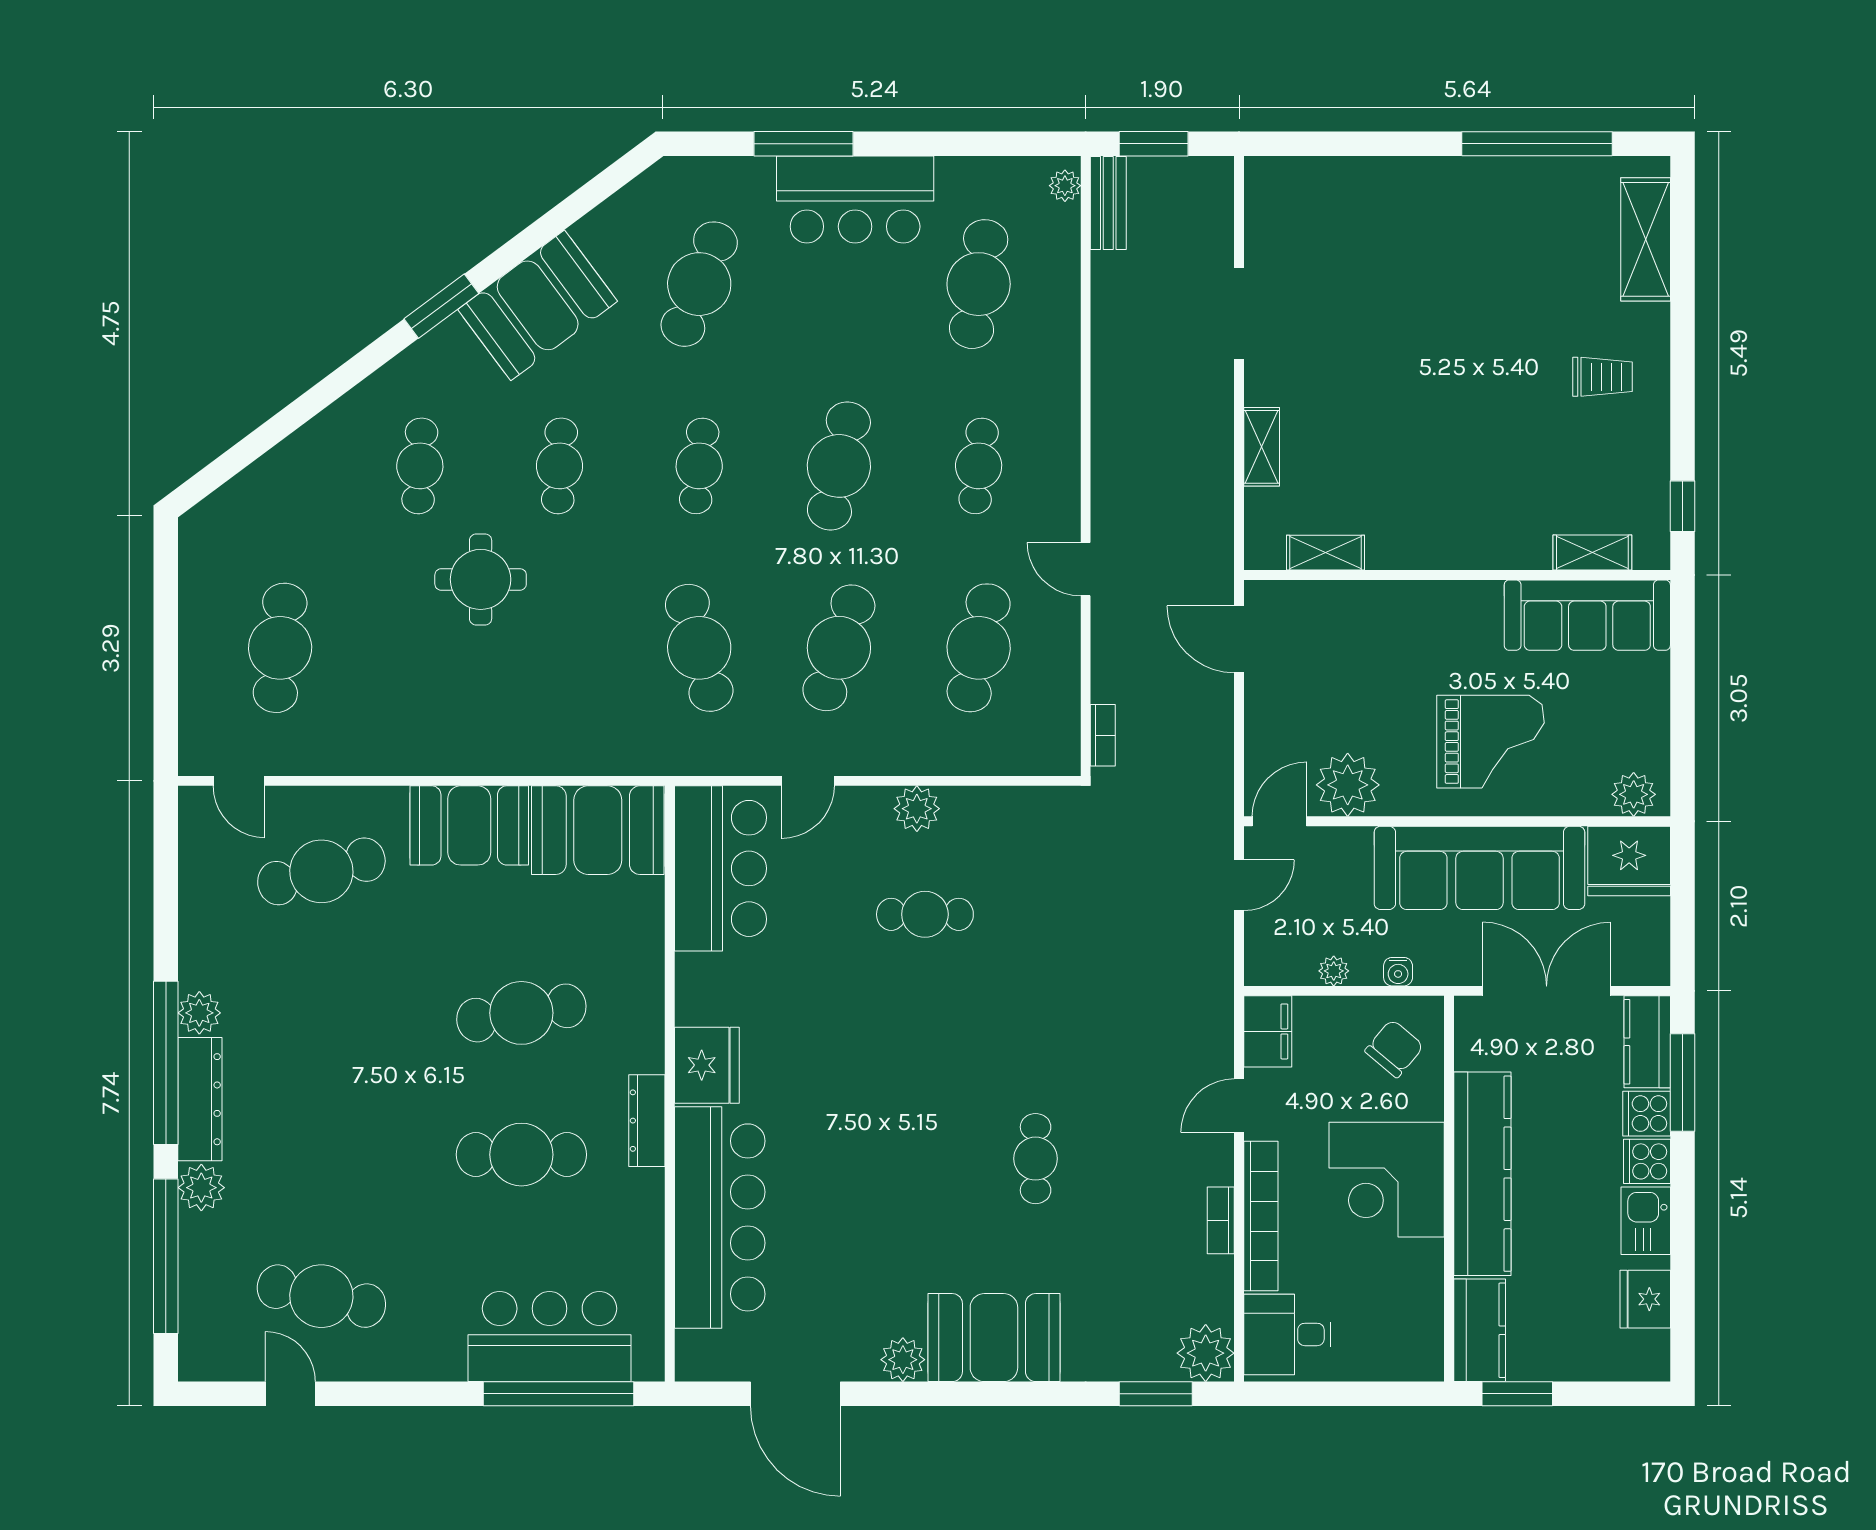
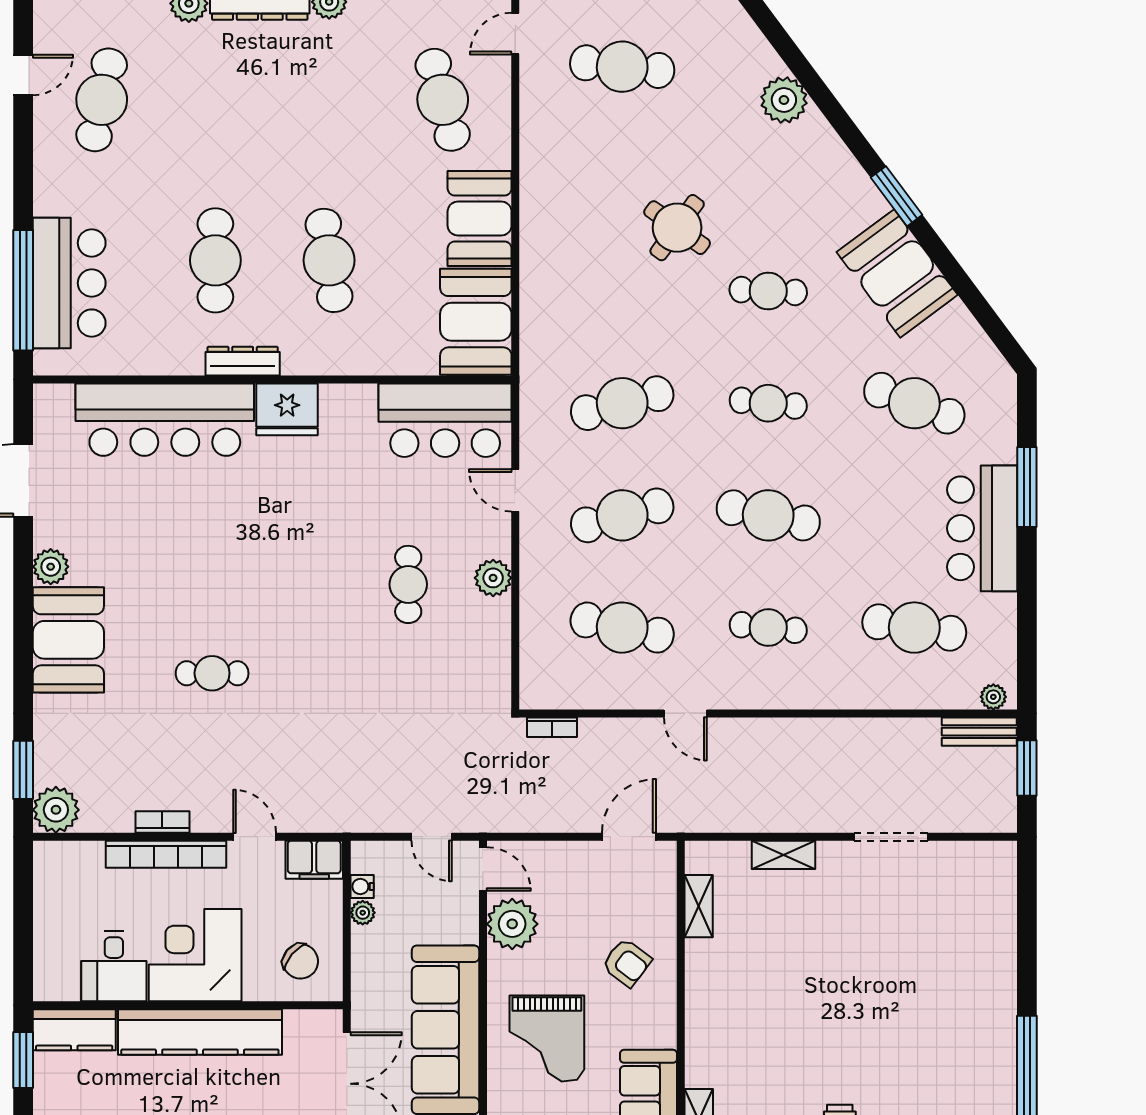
plant: (322, 446) -> (784, 100), added
cafe table: (420, 466) -> (768, 179), removed
door: (1086, 569) -> (685, 713), swing flipped
round table: (481, 579) -> (677, 228), turned 36
armchair: (1396, 642) -> (627, 963), added
cafe table: (839, 648) -> (622, 515), turned -33
water cooler: (1398, 972) -> (362, 886), moved
desk: (1287, 1334) -> (114, 966), moved, turned 180

